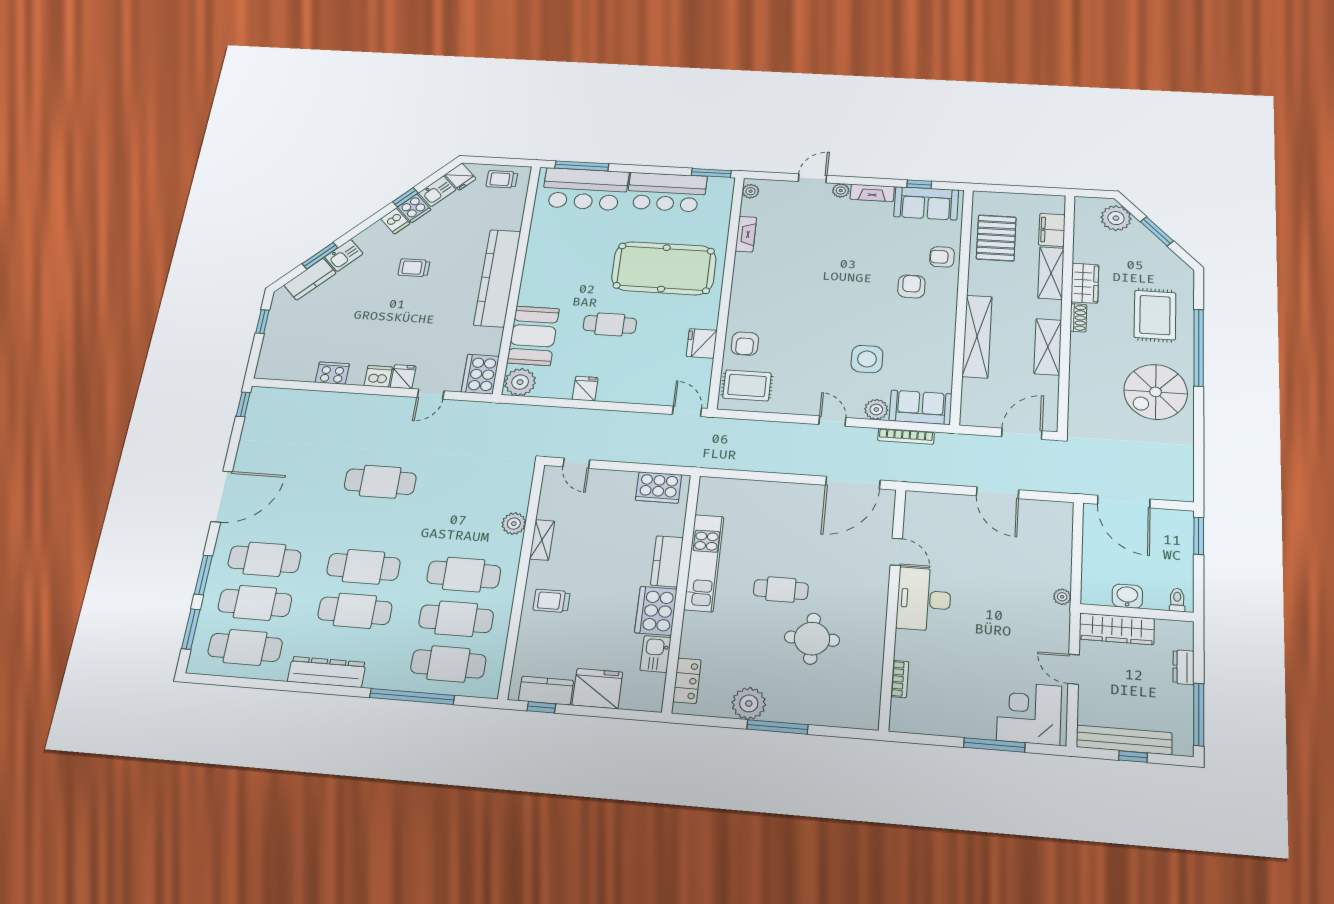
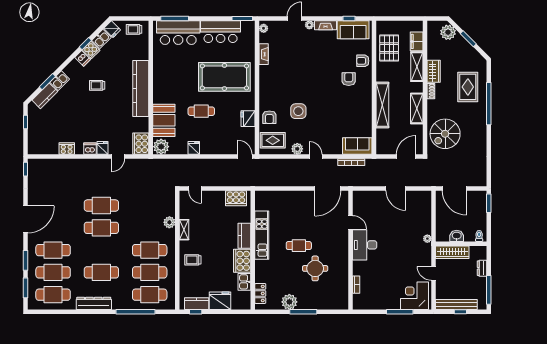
side table: (867, 359) -> (298, 111), moved
spiral stairs: (1156, 392) -> (445, 134), moved
plant: (876, 409) -> (297, 149), moved
cafe table: (364, 567) -> (101, 228), moved

